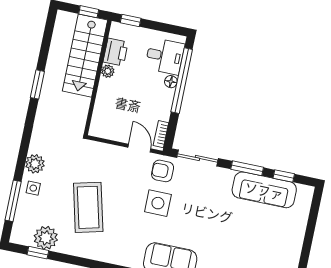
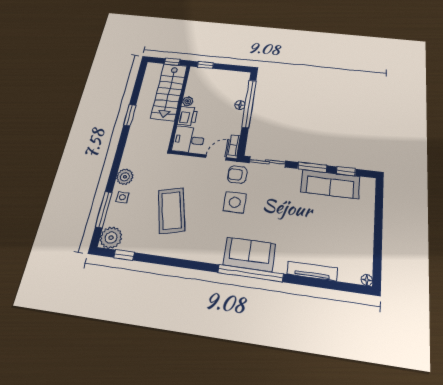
printer: (116, 52) -> (188, 116), moved
desk: (165, 56) -> (189, 140), moved, turned 180
door: (139, 148) -> (216, 157), hinge flipped
plant: (46, 238) -> (111, 238), moved

